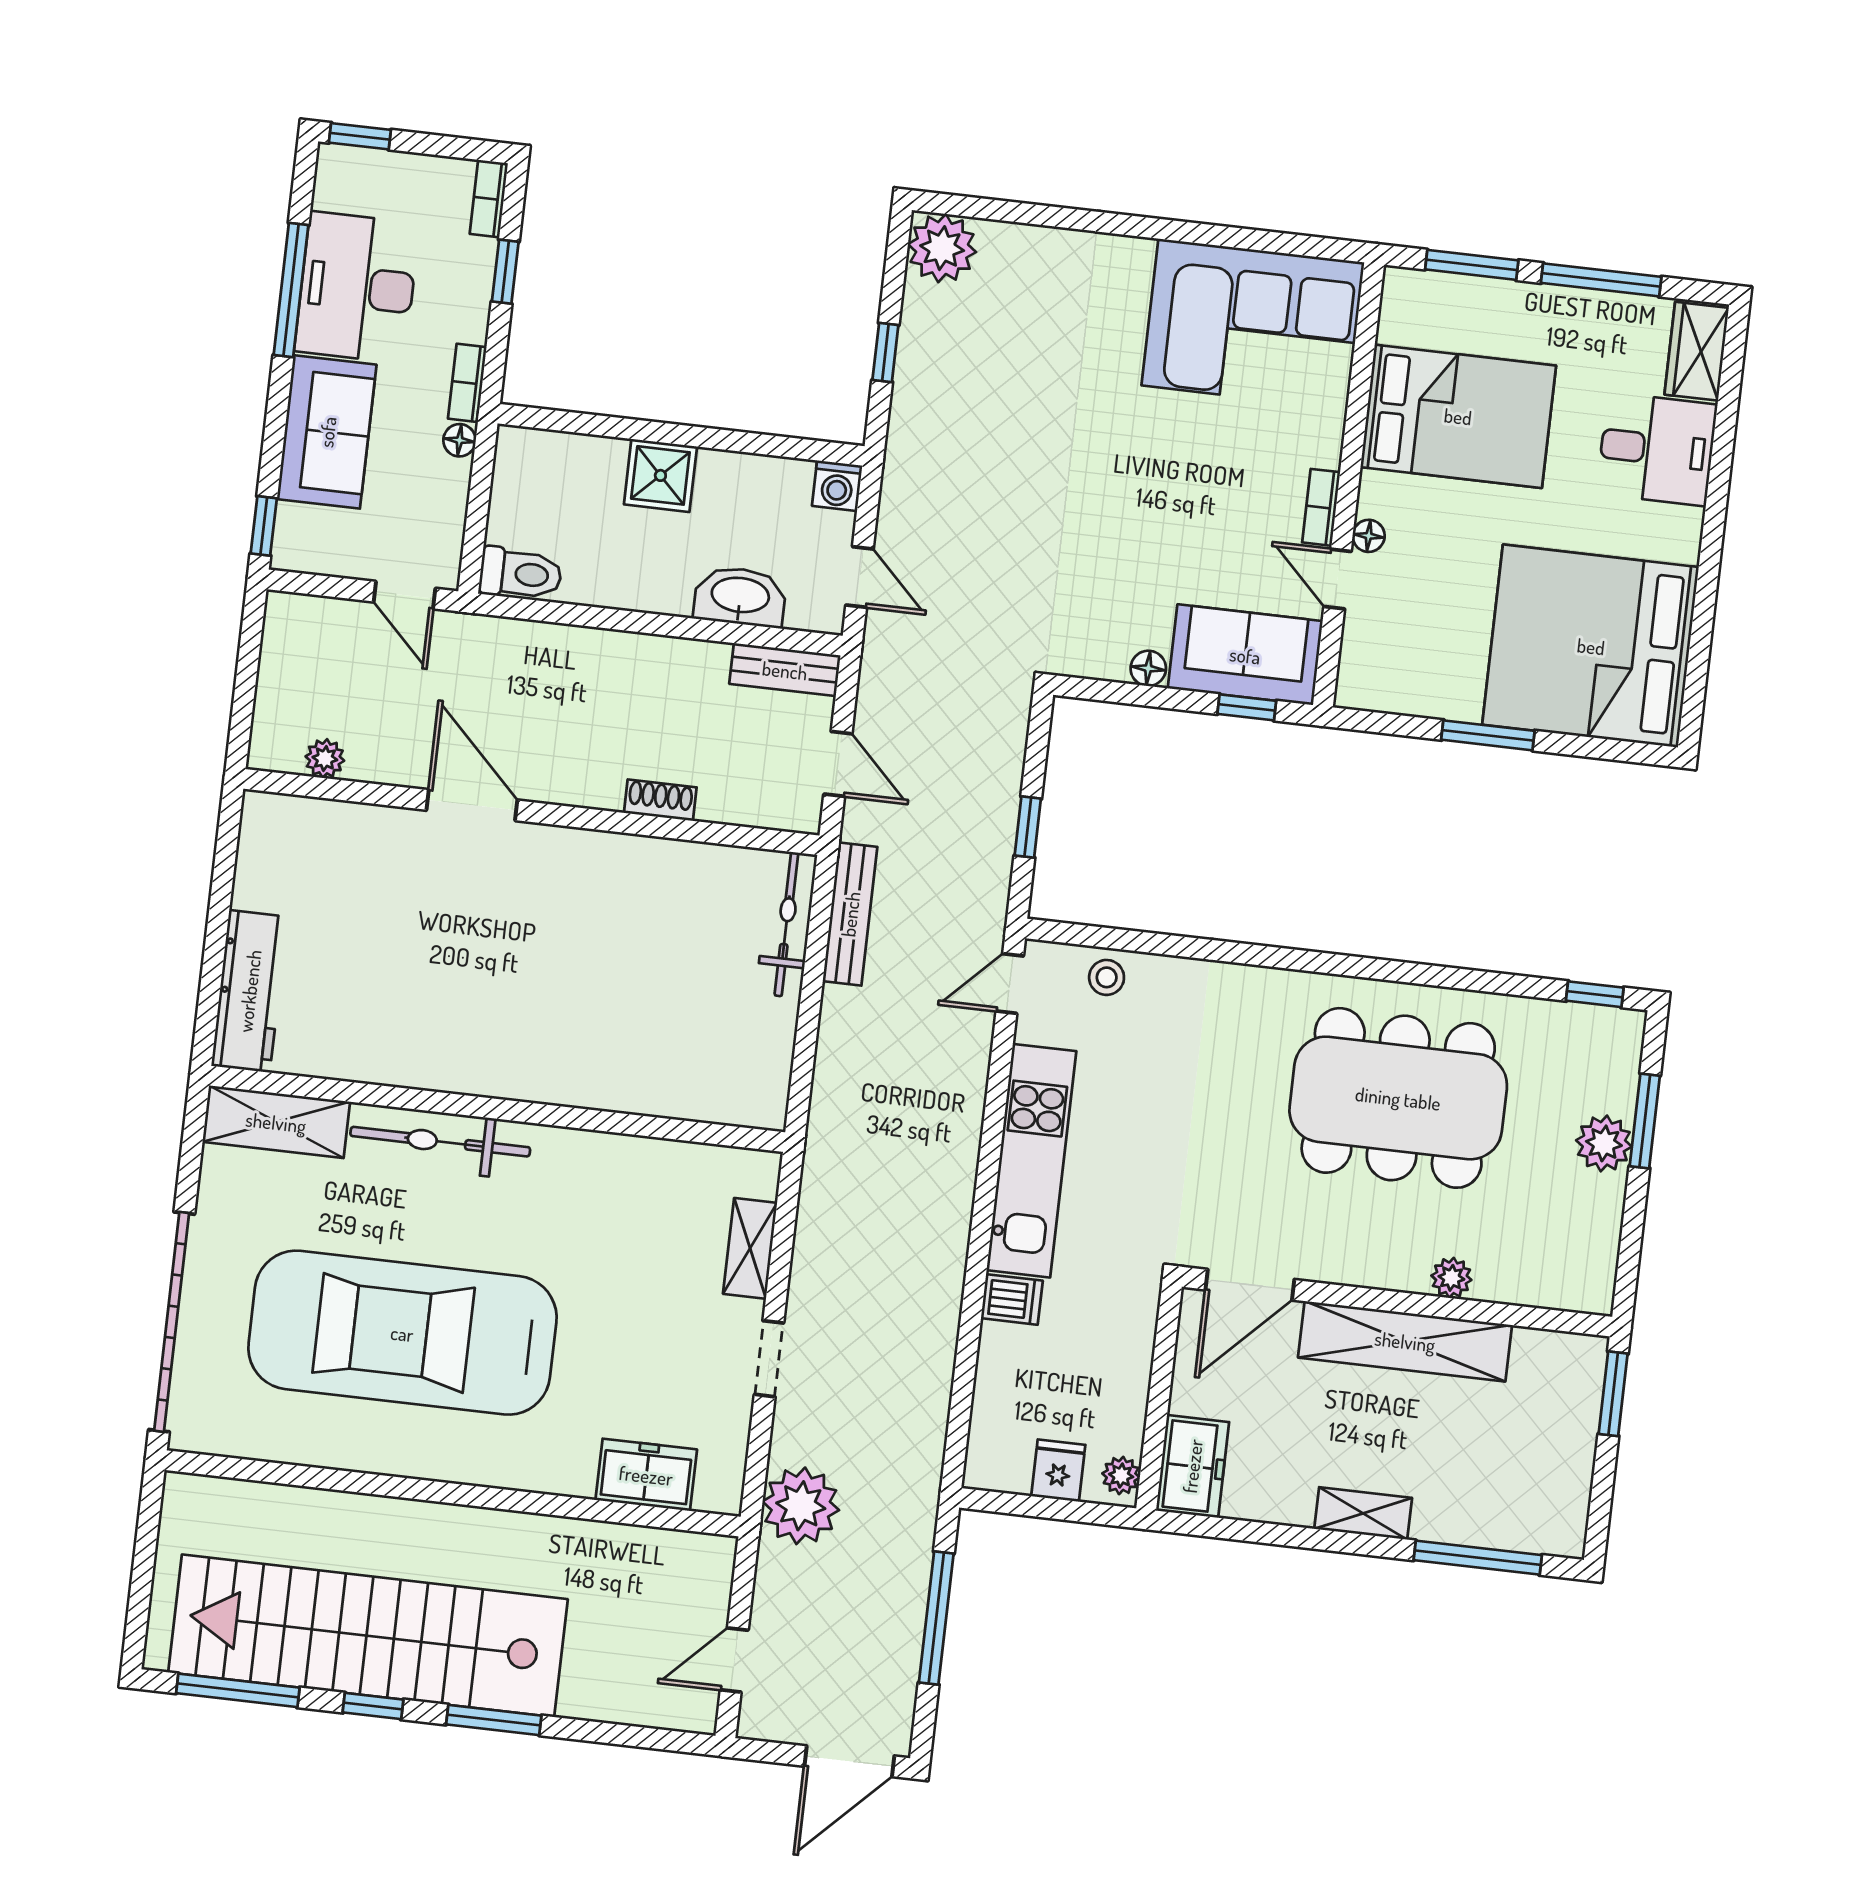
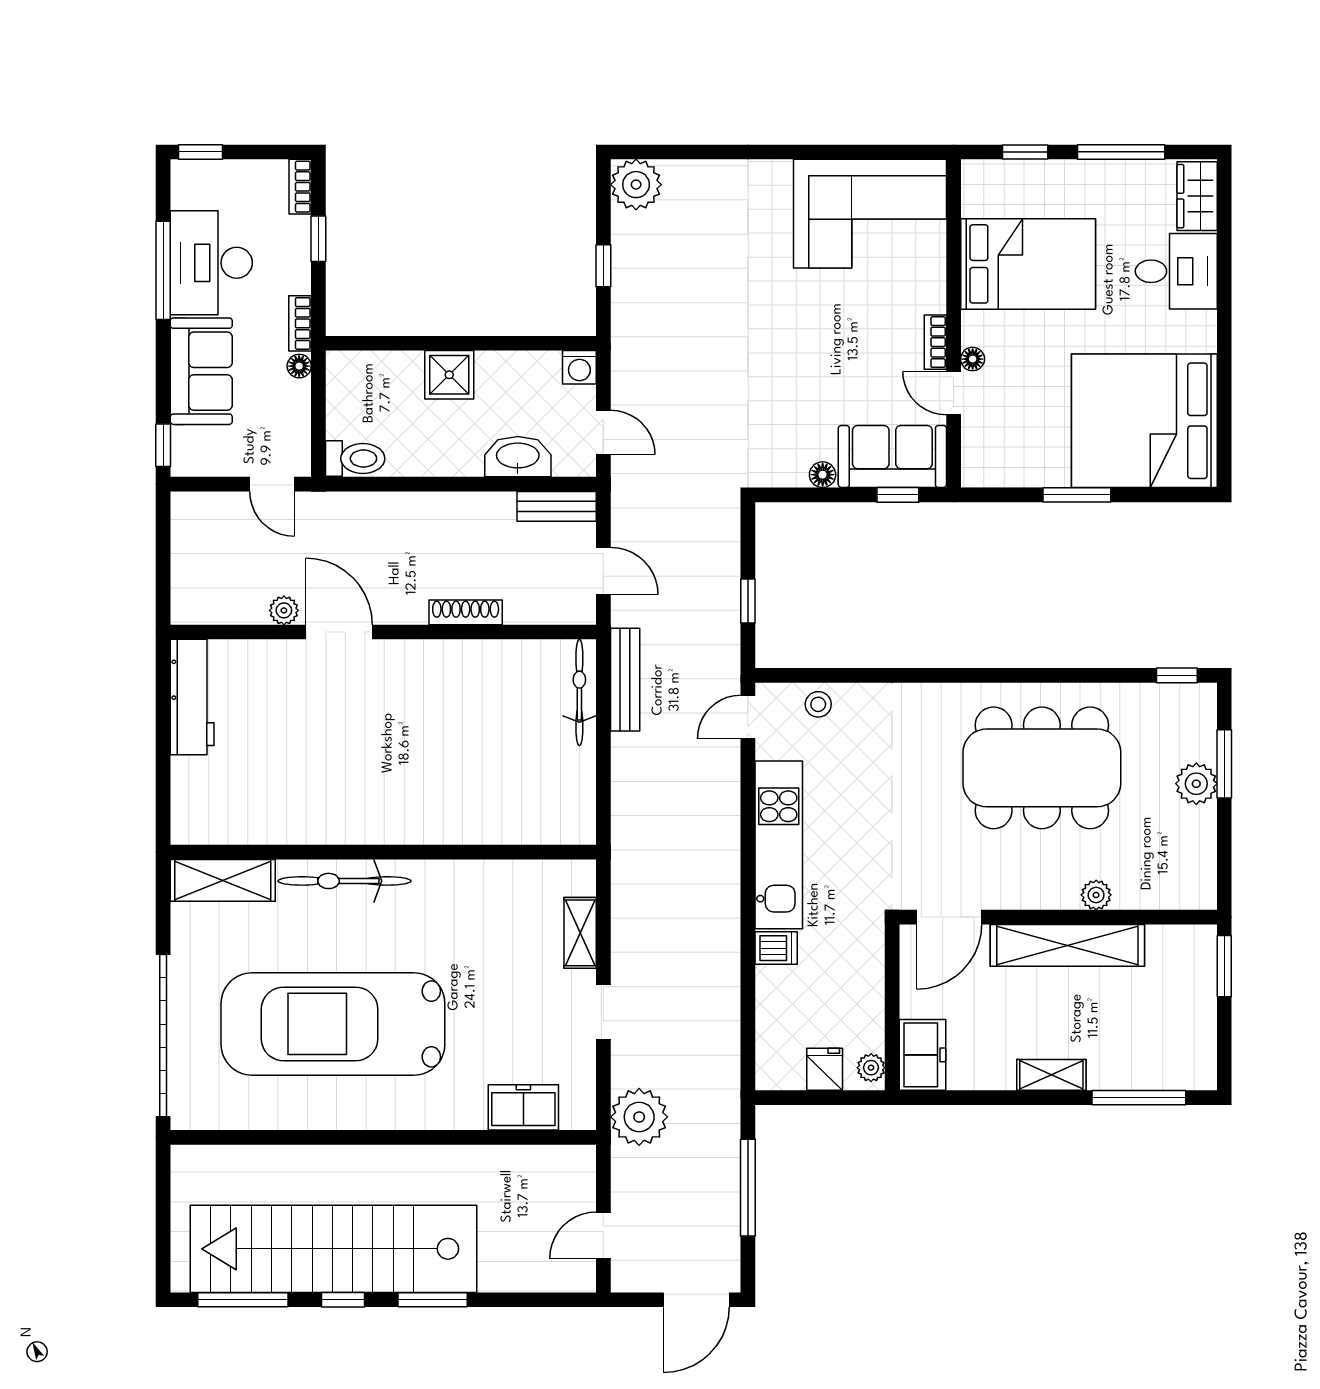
window: (1472, 265) -> (1025, 152), width x0.67
plant: (325, 759) -> (284, 610), moved
shoe rack: (660, 800) -> (466, 612), width x1.43
workbench: (249, 991) -> (192, 697), moved

